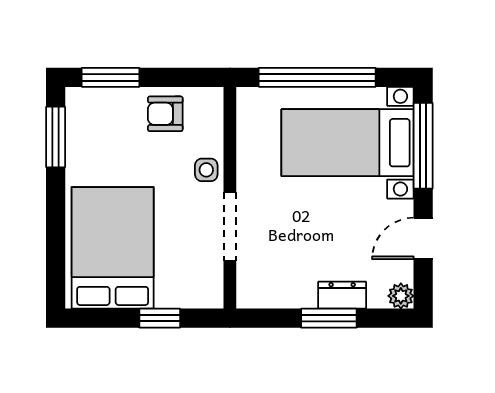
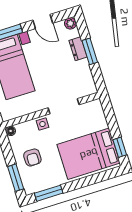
floor lamp: (213, 98) -> (11, 131), added
armchair: (165, 114) -> (32, 157), moved
window: (160, 318) -> (120, 147), moved

